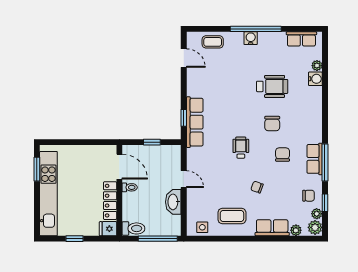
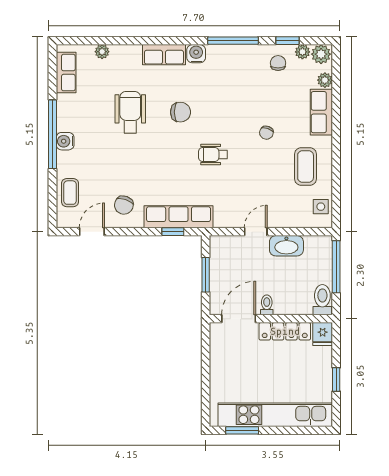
water cooler: (315, 79) -> (196, 54), moved
window: (152, 142) -> (206, 275), width x1.50
chair: (283, 155) -> (124, 205), moved, turned -71
row of seats: (315, 159) -> (164, 55), moved

